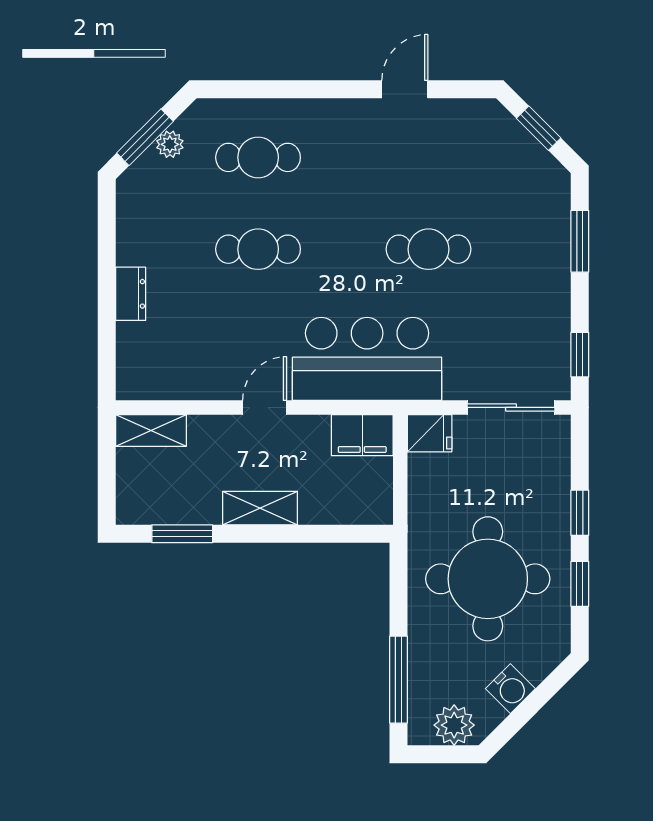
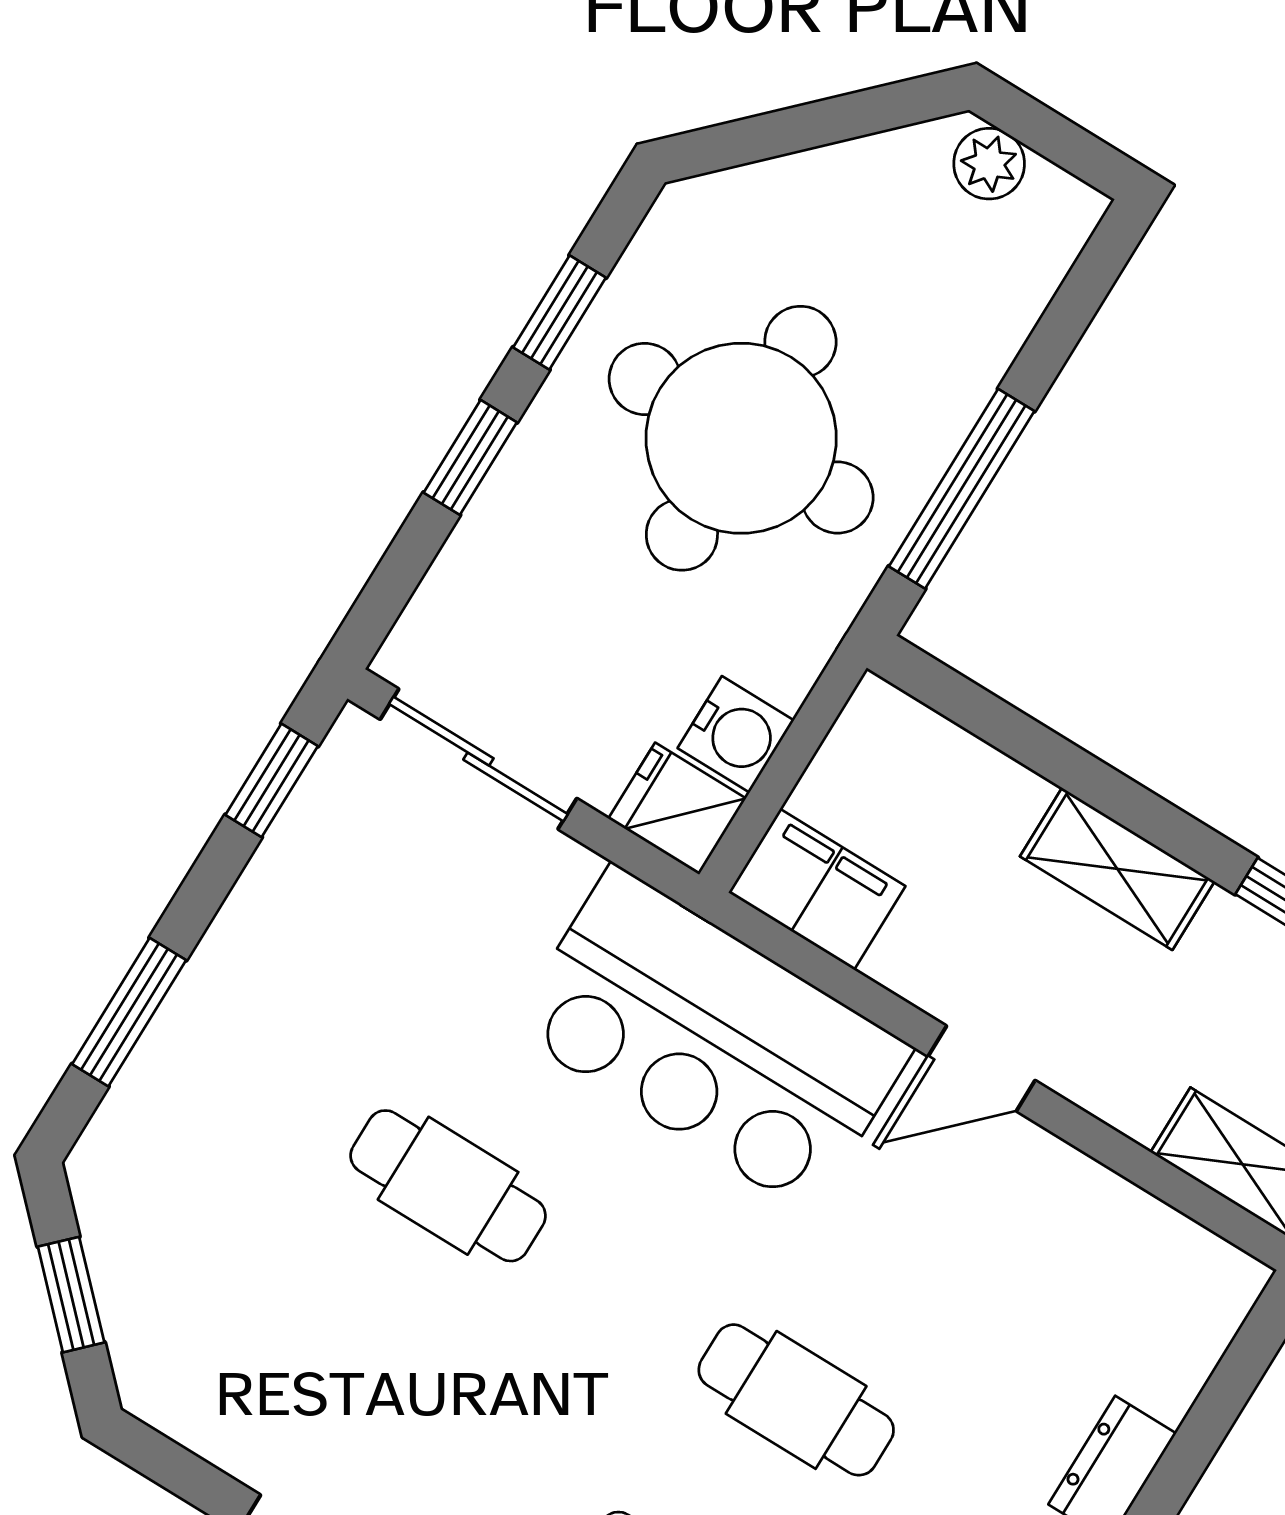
window: (398, 680) -> (962, 489), moved
water cooler: (510, 689) -> (736, 734), moved, turned 135
plant: (454, 725) -> (989, 164), width x0.73, depth x0.73

